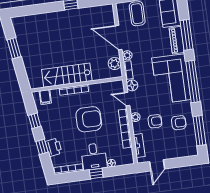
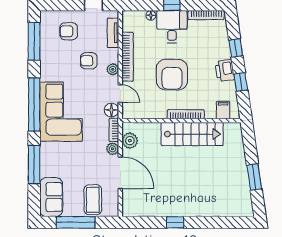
piano: (177, 40) -> (47, 159), removed
armchair: (89, 119) -> (172, 75), turned -90
armchair: (179, 123) -> (69, 31), moved
printer: (54, 147) -> (225, 70), moved

